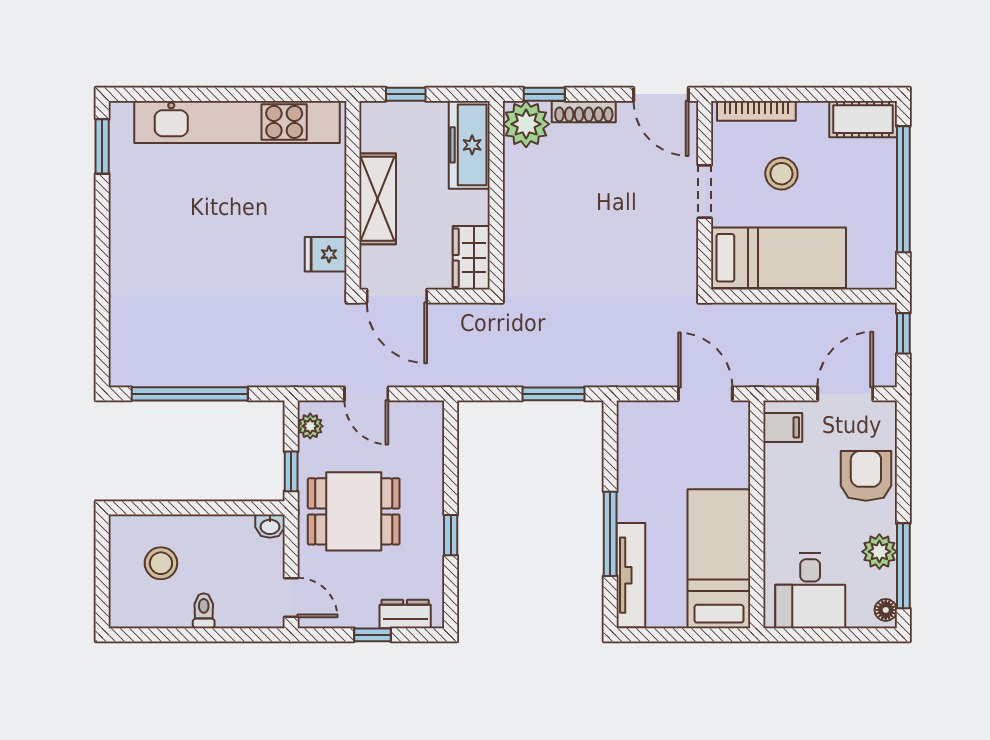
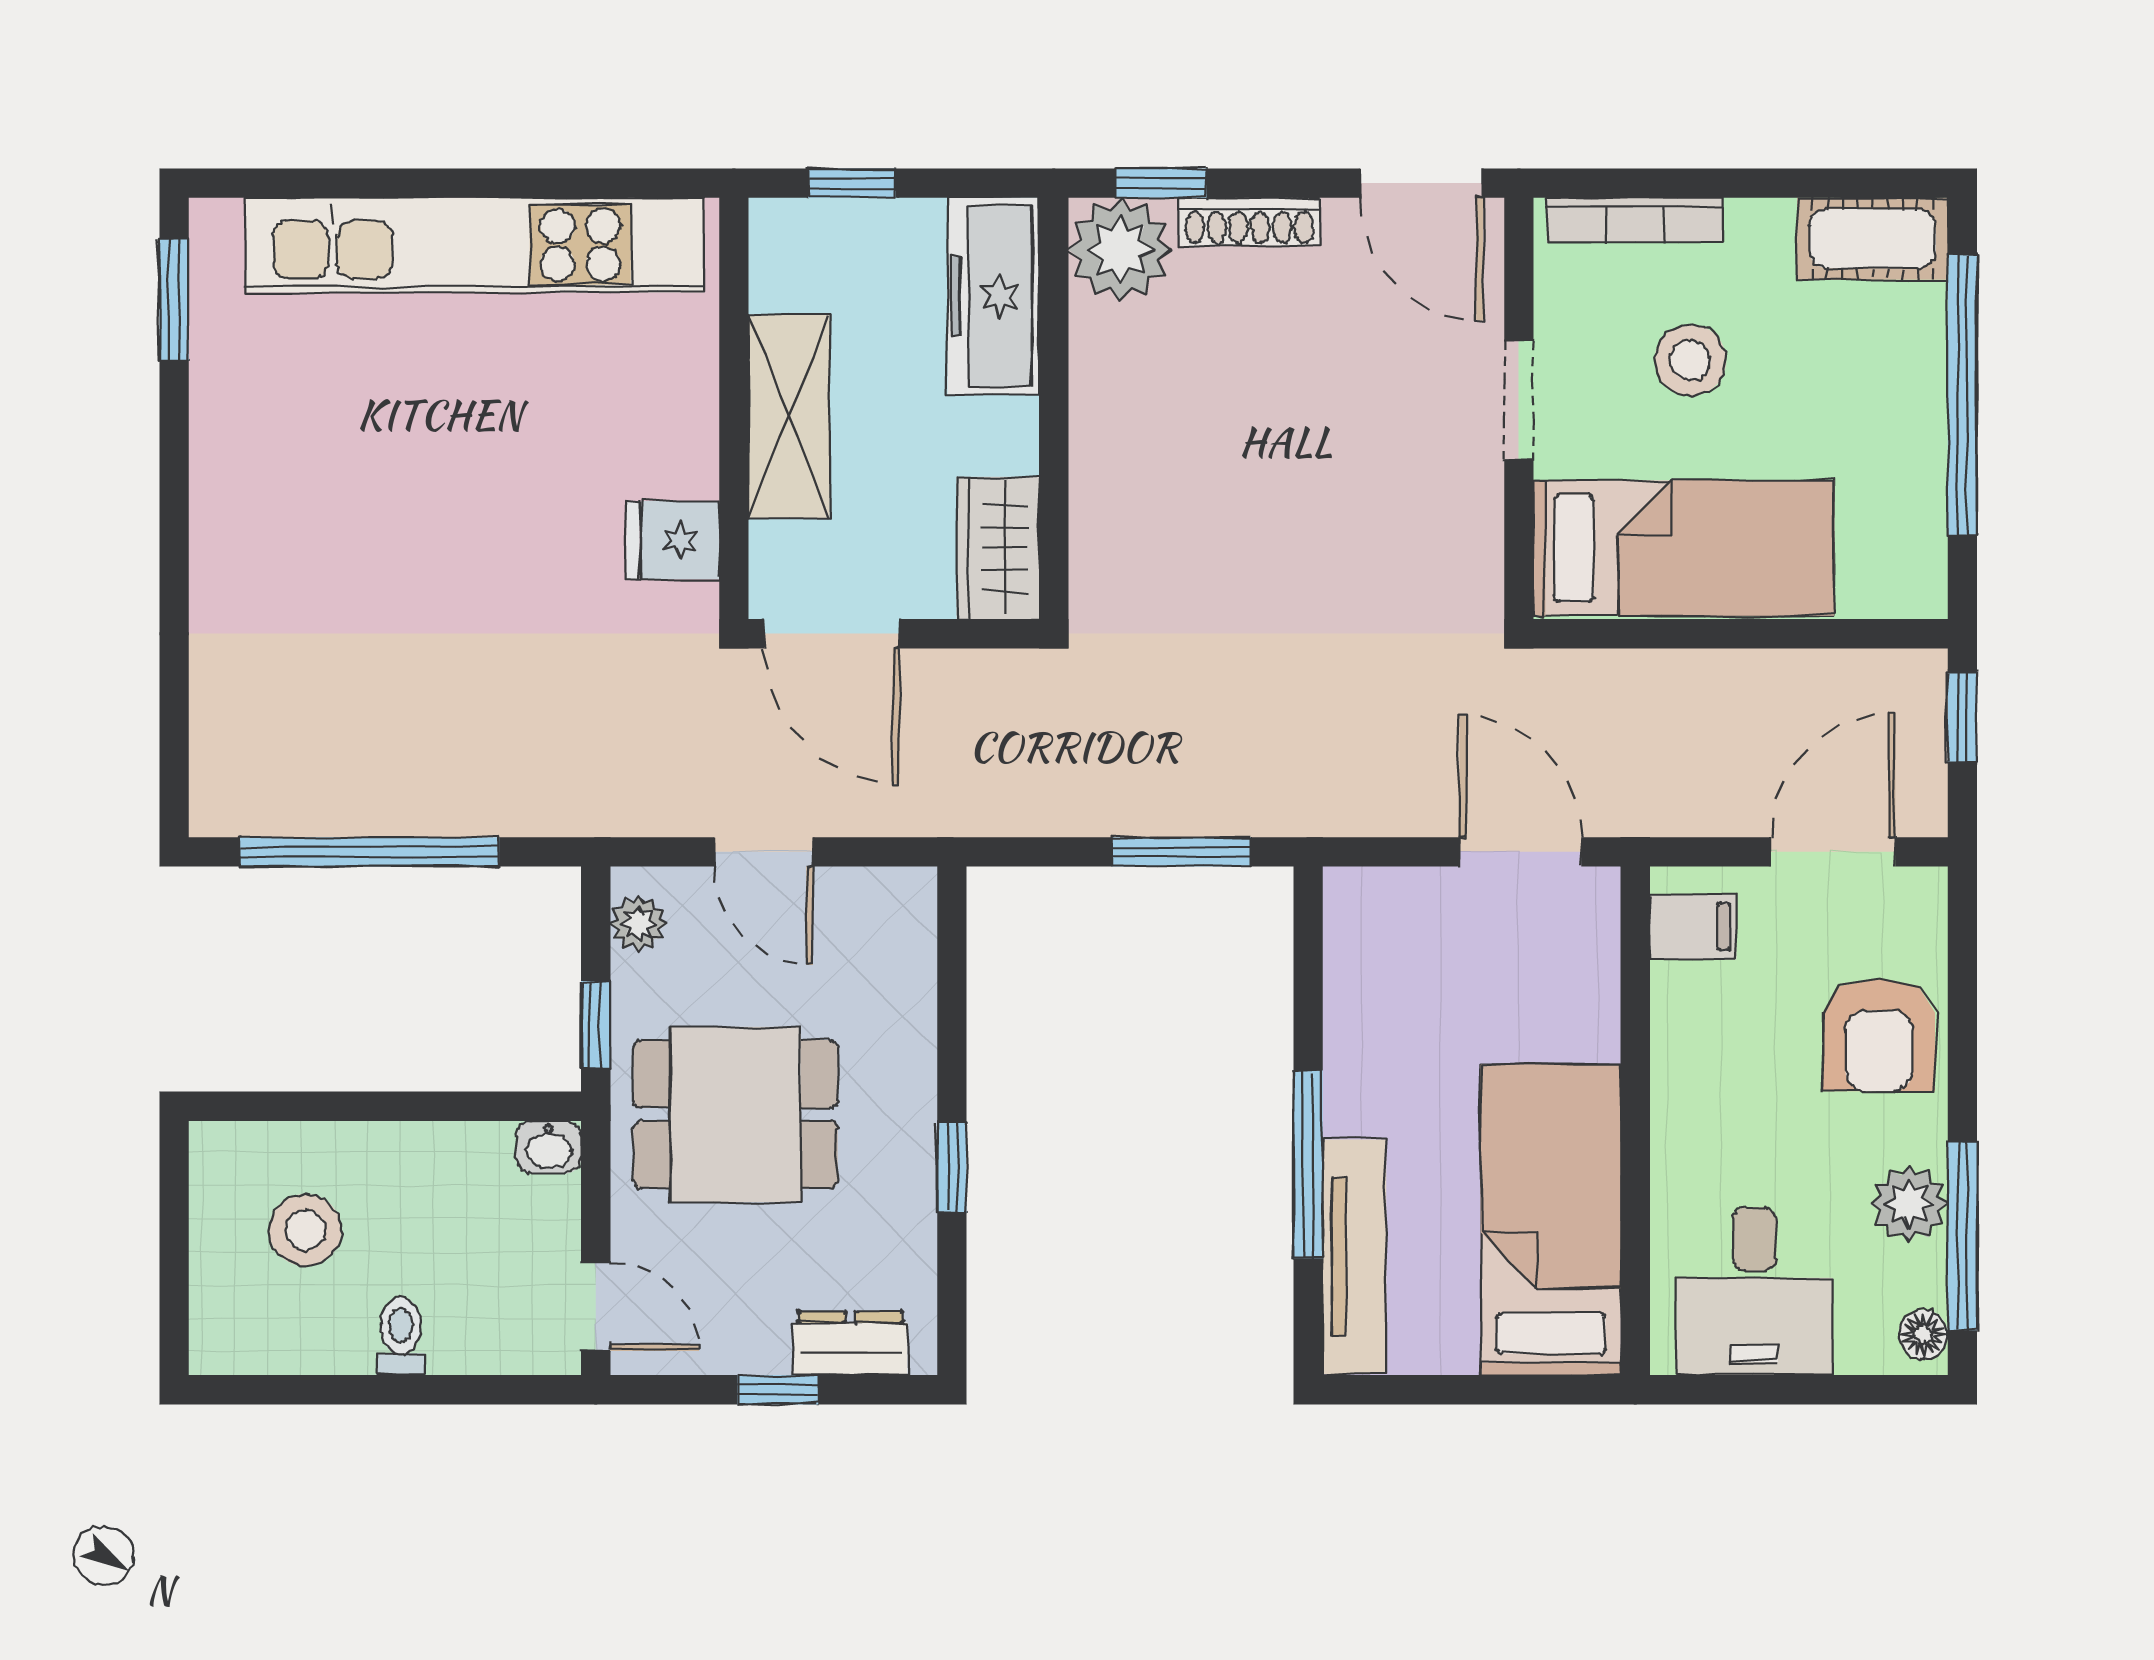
armchair: (866, 476) -> (1879, 1035), turned 180

